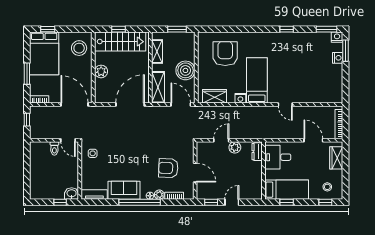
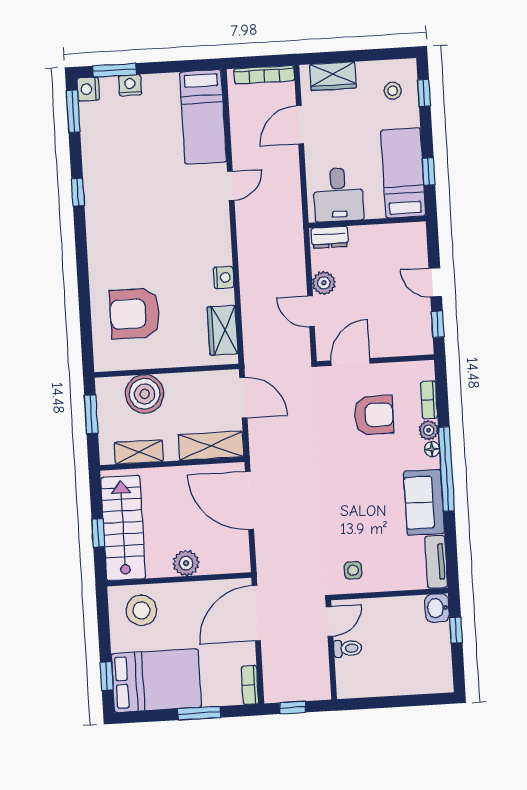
boiler: (185, 70) -> (145, 394), moved
bed: (257, 80) -> (203, 117), moved, turned -90
door: (181, 104) -> (243, 398), swing flipped
armchair: (168, 168) -> (374, 415), turned -92
door: (195, 173) -> (350, 362), moved

